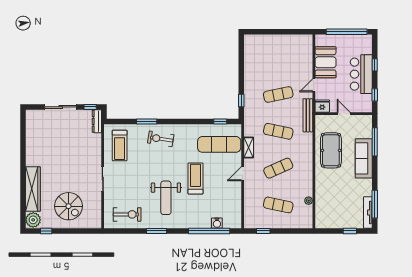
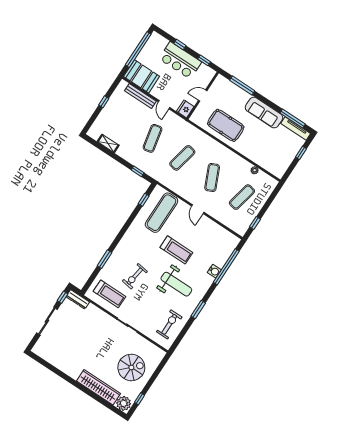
window: (282, 32) -> (104, 102), added
booth: (325, 62) -> (142, 76), moved
bench: (308, 115) -> (140, 96), moved
exercise bike: (161, 139) -> (135, 276), moved
shelving: (249, 147) -> (108, 143), moved
sofa: (364, 158) -> (264, 113), moved
treadmill: (195, 178) -> (176, 250), turned 180
water cooler: (217, 223) -> (214, 271), moved

